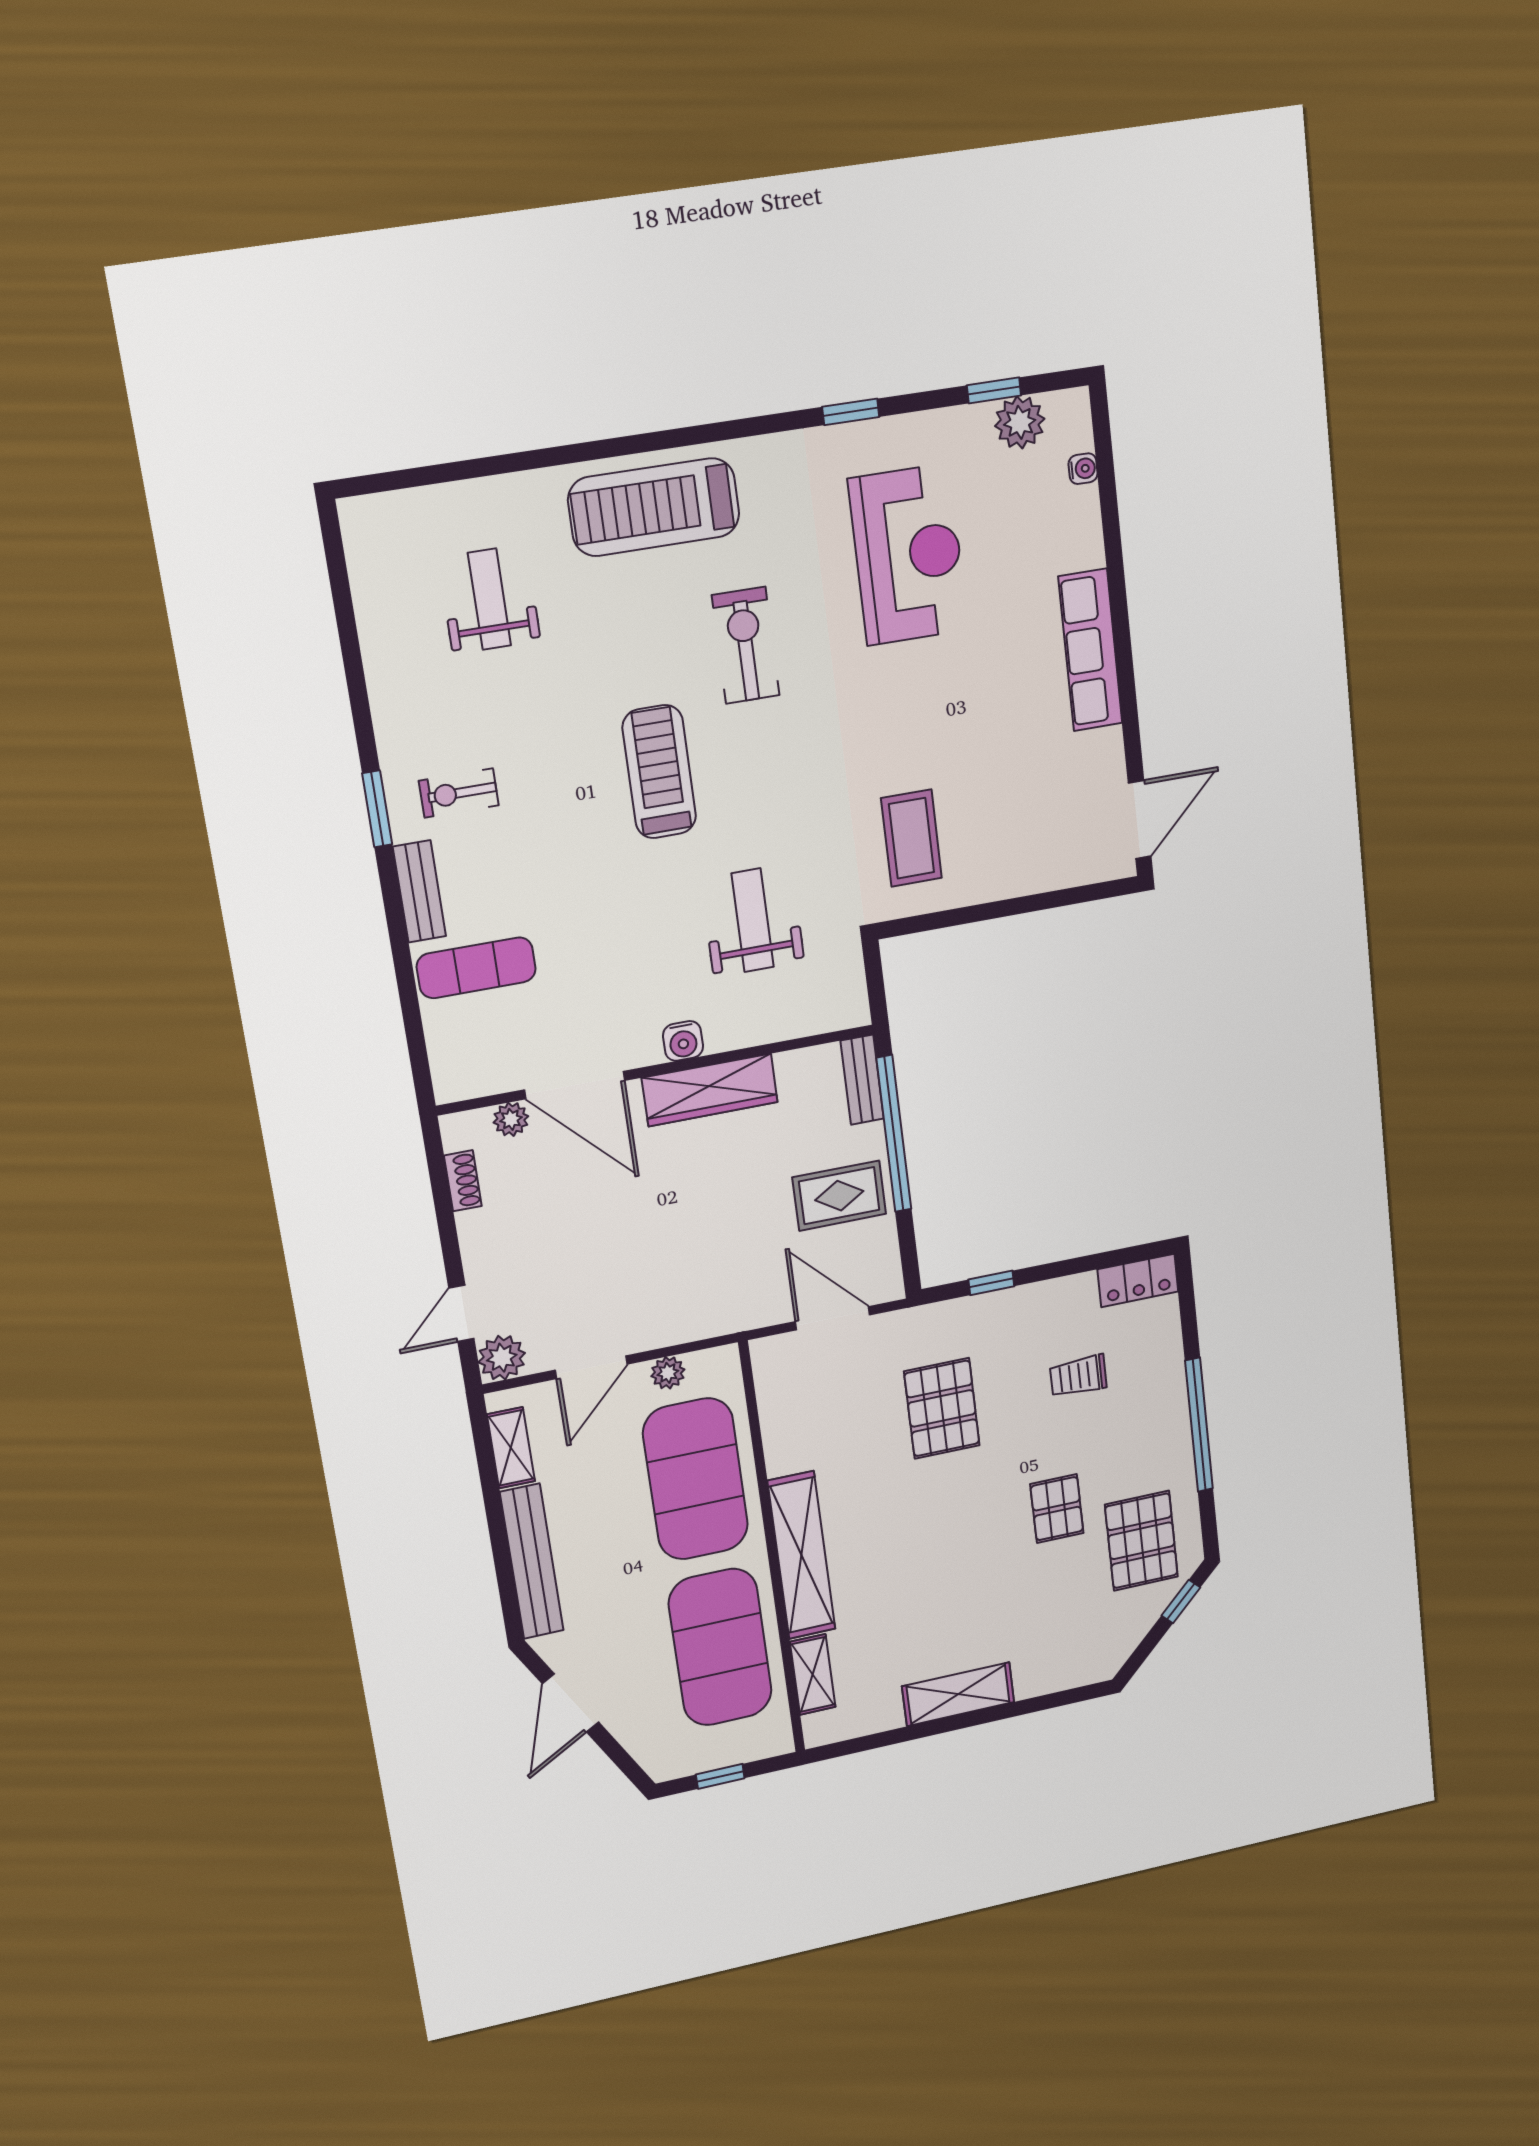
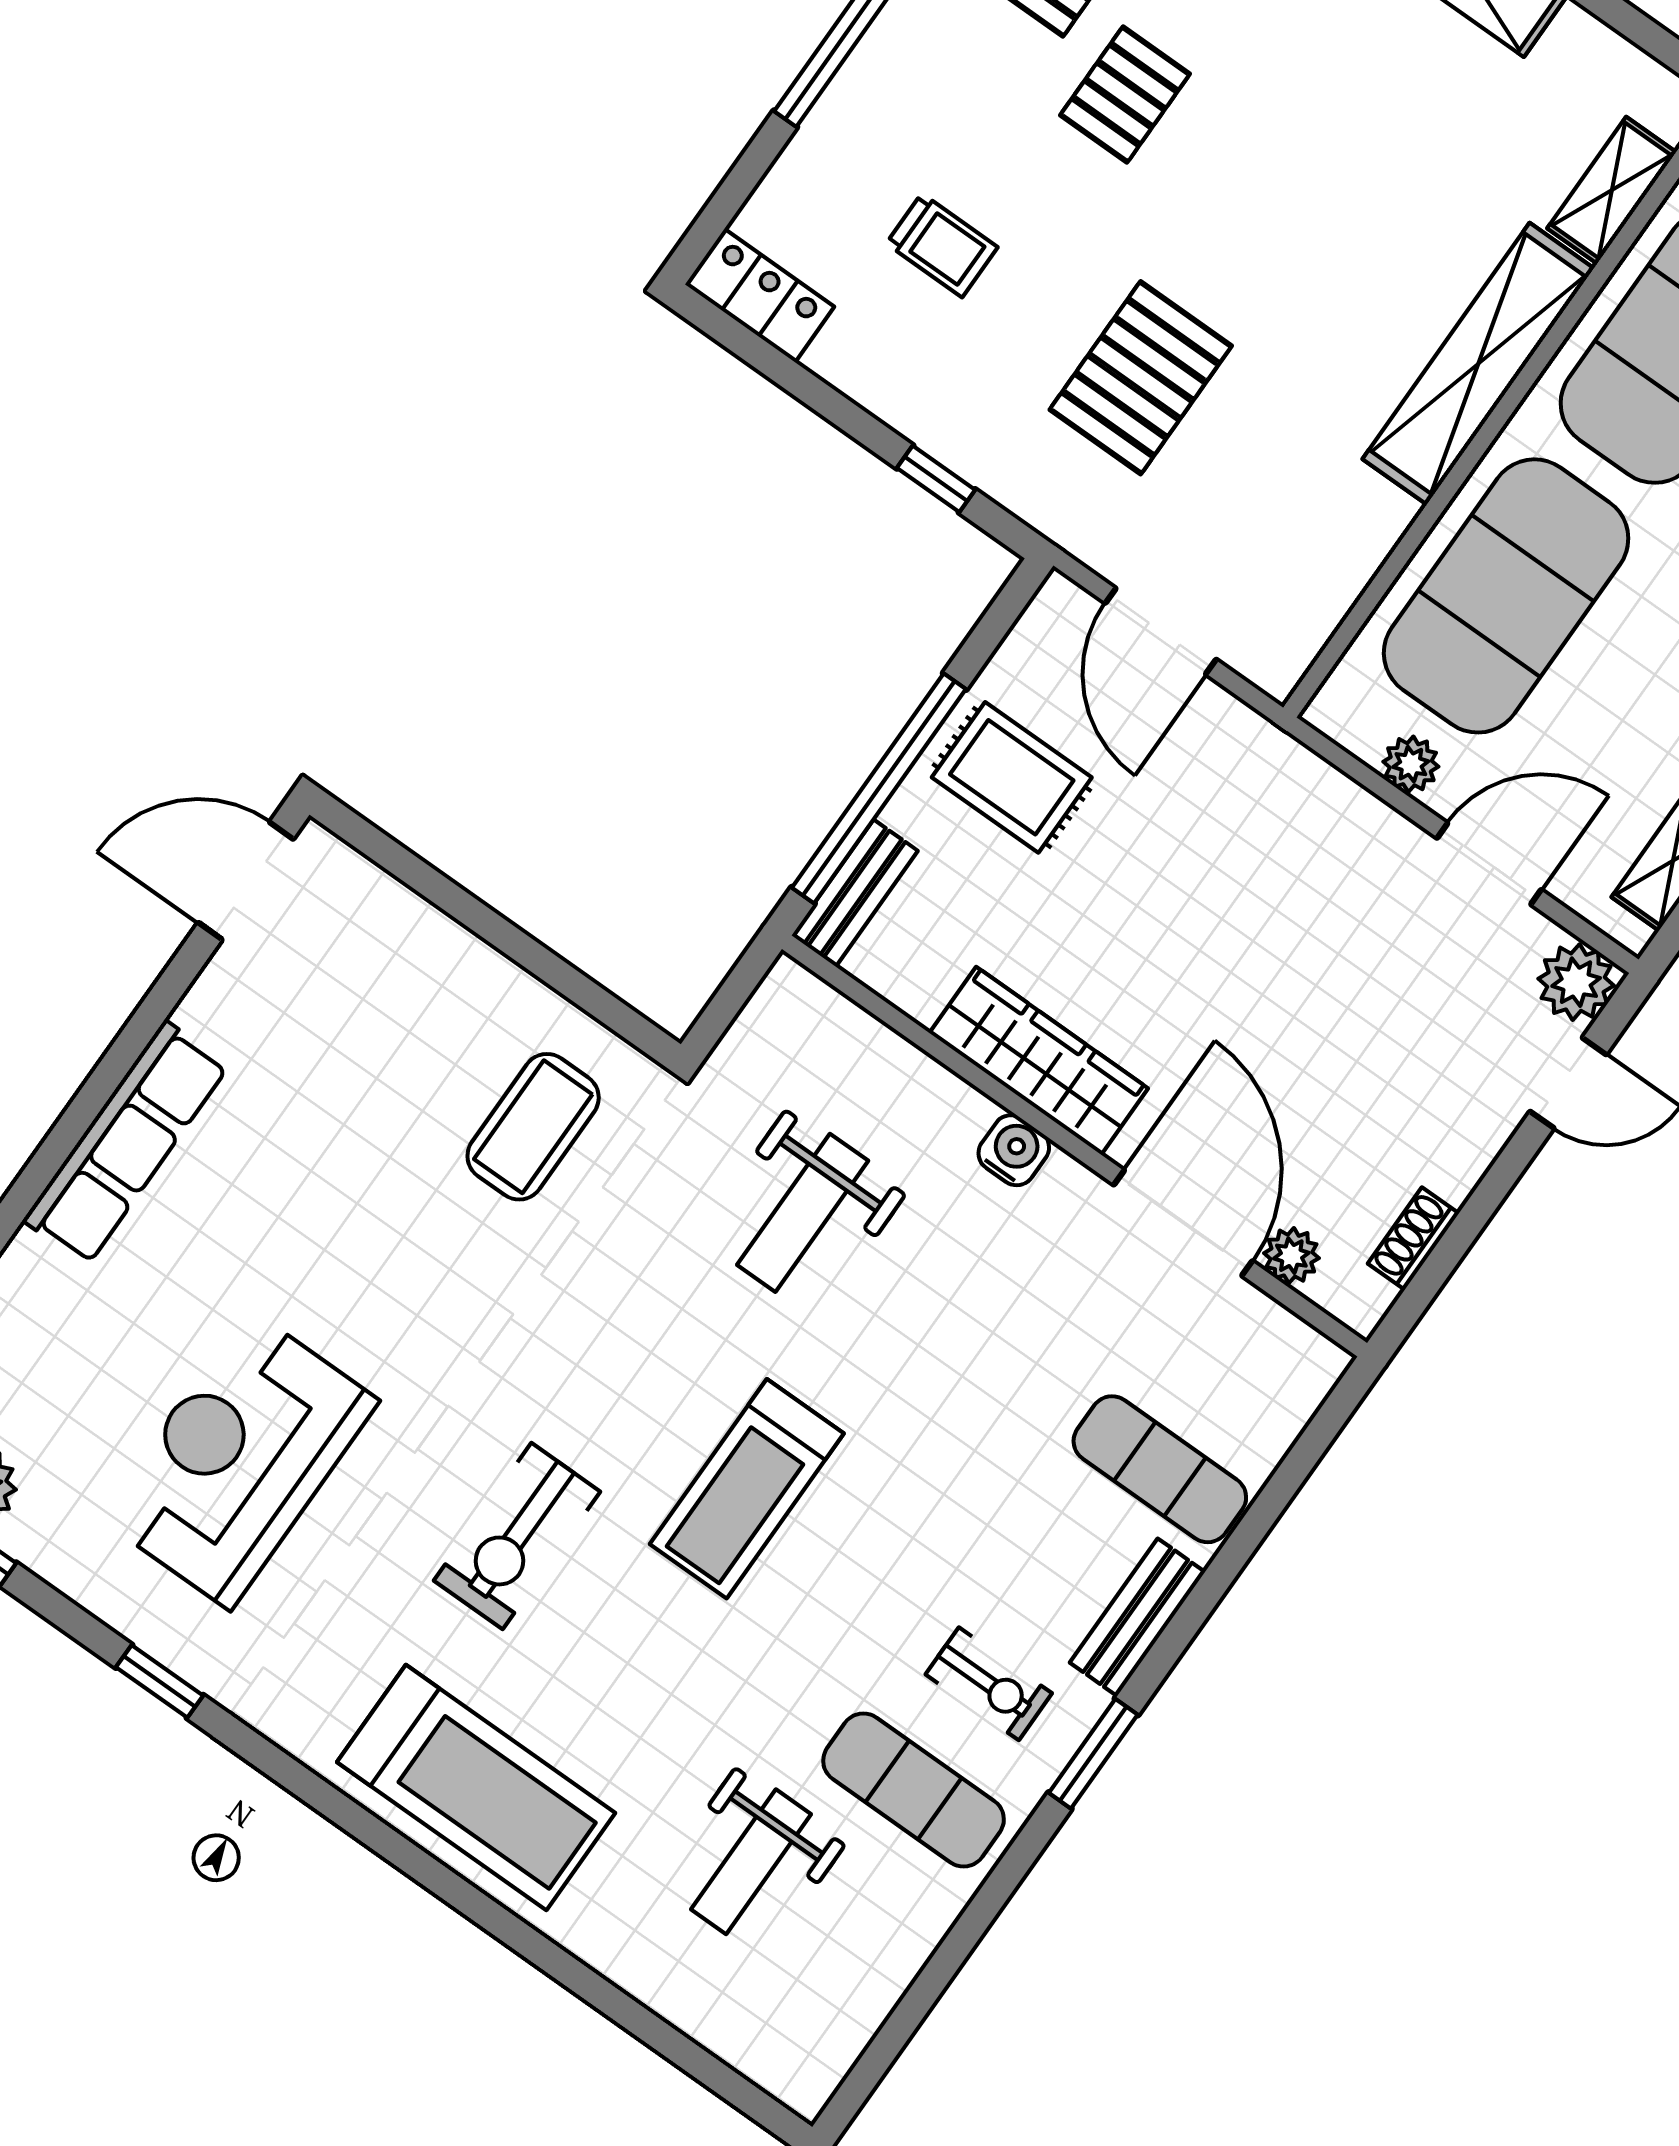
exercise mat: (445, 709) -> (914, 1790), added

